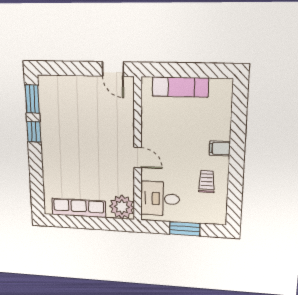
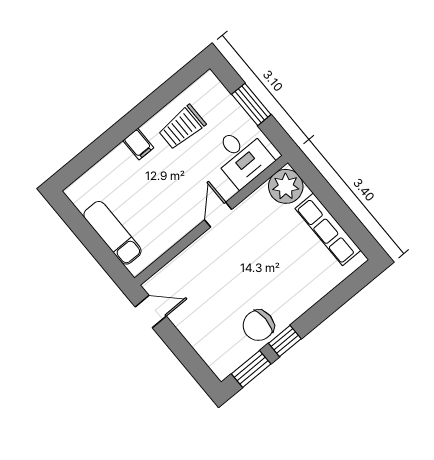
door: (113, 69) -> (151, 311), hinge flipped
chair: (54, 125) -> (258, 325), added
trolley: (207, 181) -> (182, 127), width x1.36, depth x1.39

